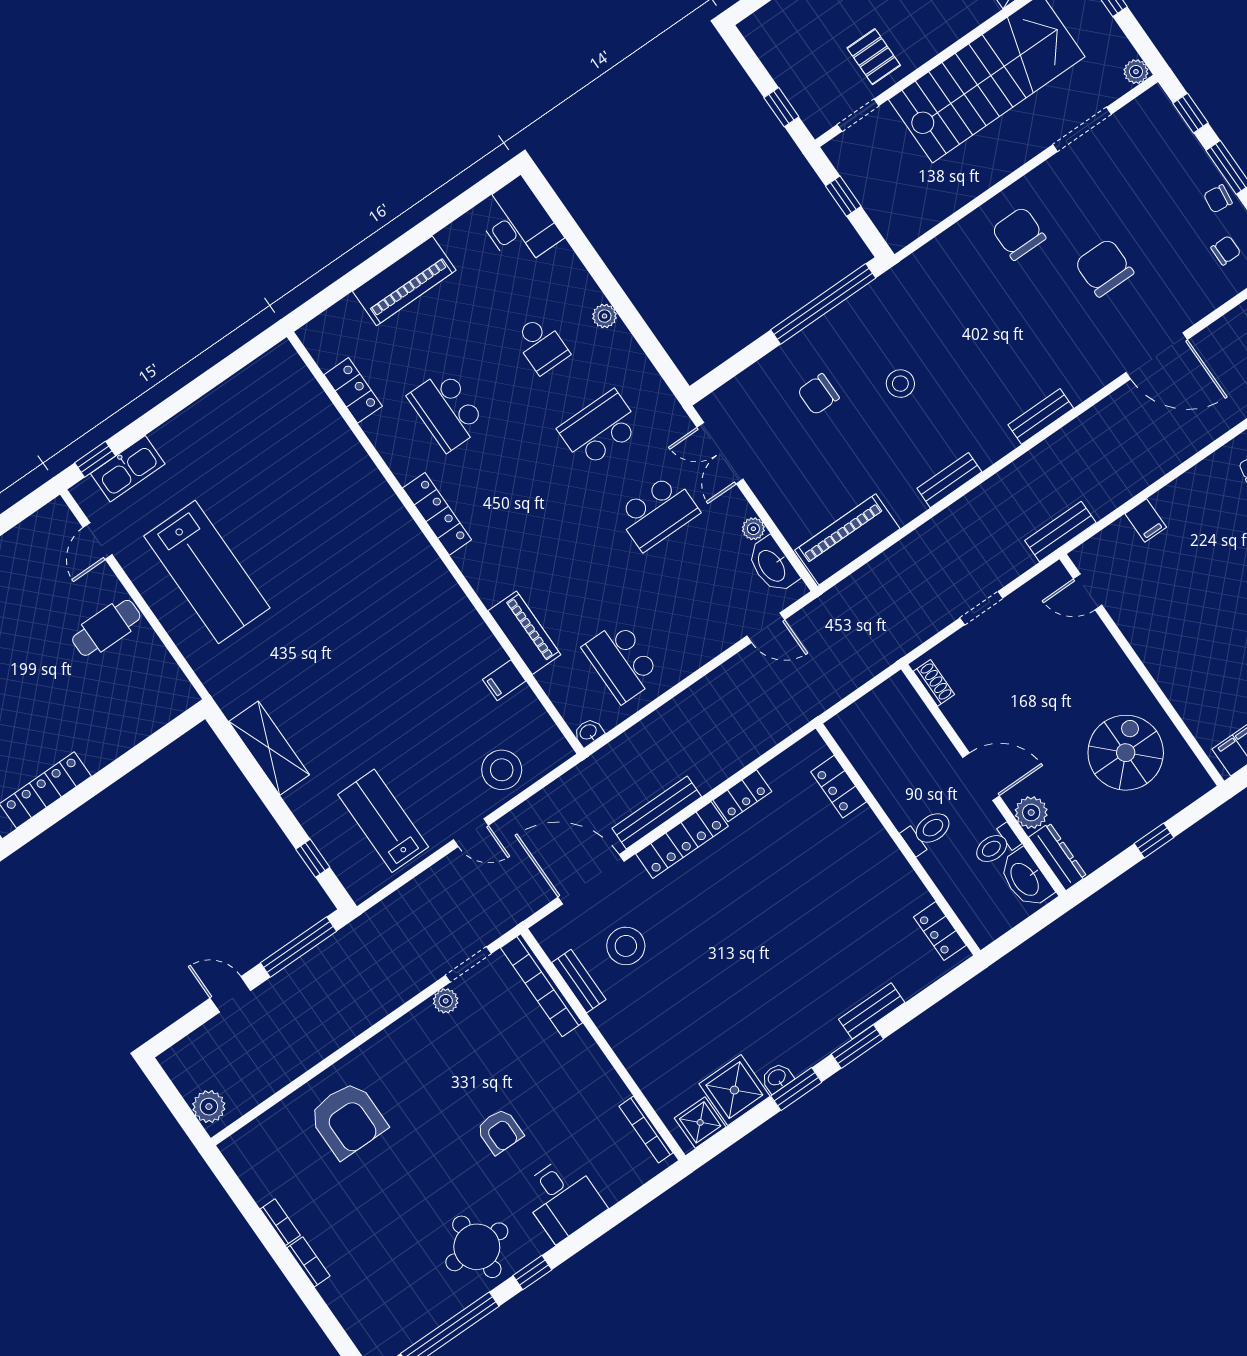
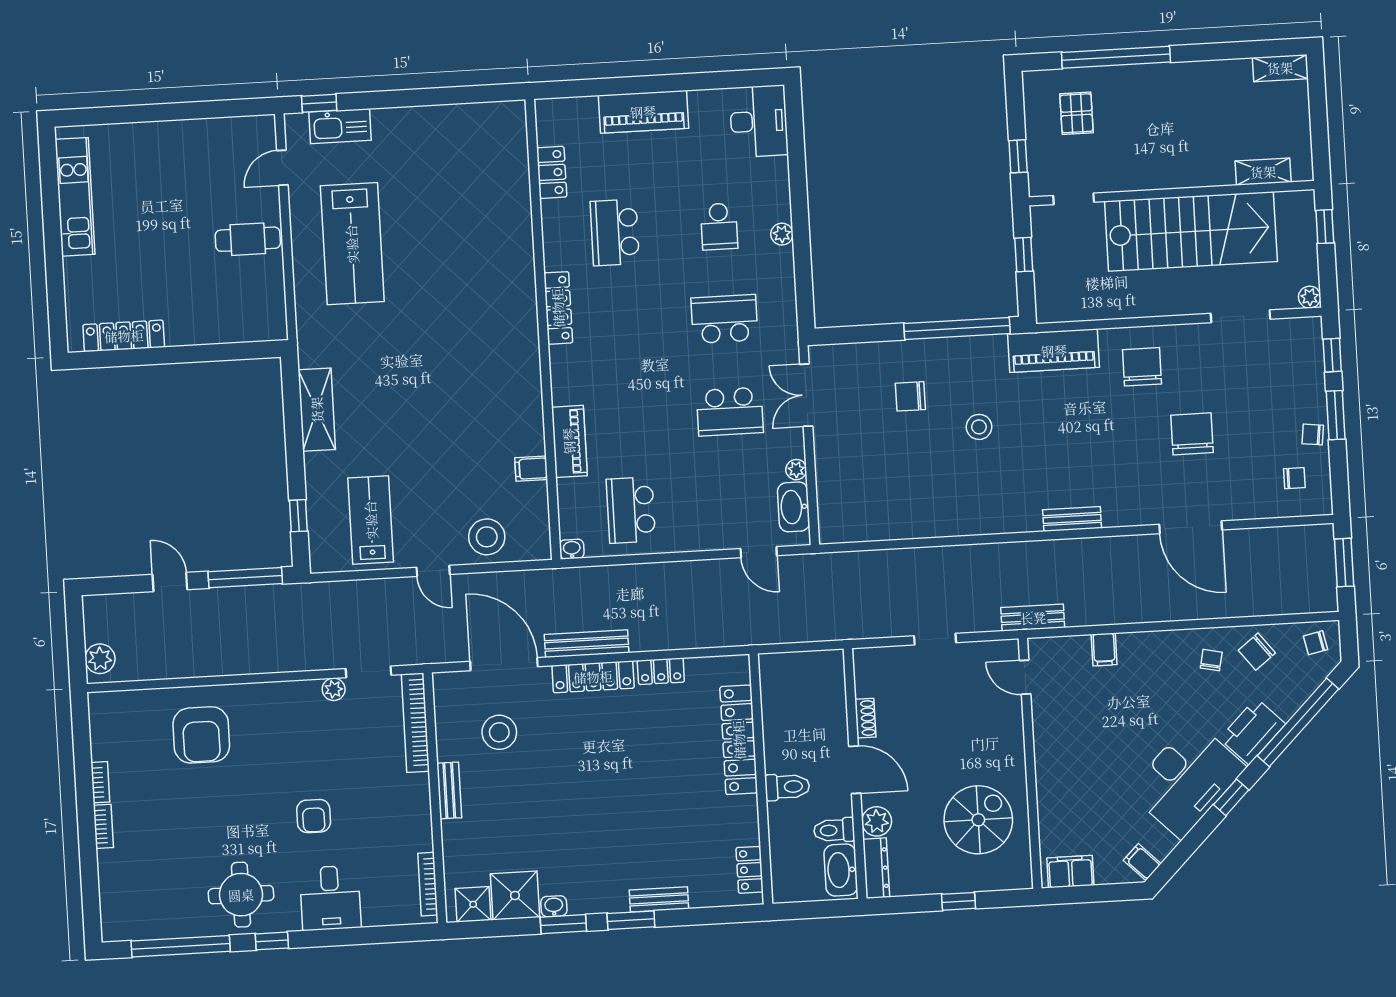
pallet: (874, 57) -> (1076, 113), moved
bench: (949, 480) -> (971, 525), removed
piano: (847, 539) -> (1054, 351), moved, turned 180
shoe rack: (934, 683) -> (865, 718), moved
locker: (839, 787) -> (739, 740), width x2.16, depth x1.21
bench: (579, 981) -> (449, 790), moved

